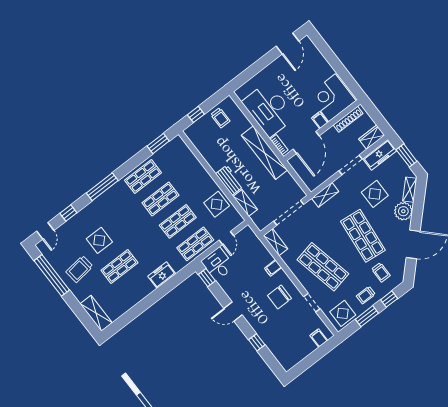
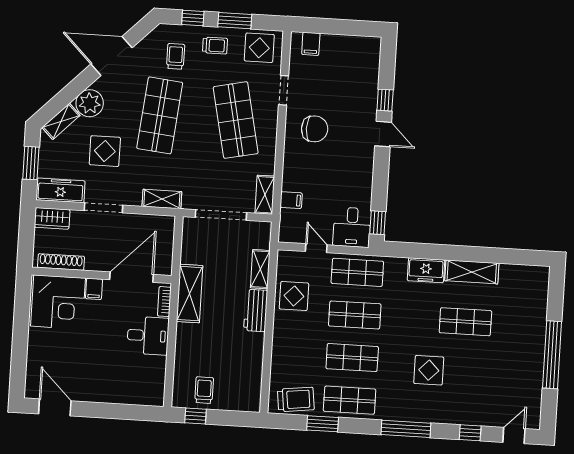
door: (287, 44) -> (55, 407), hinge flipped
desk: (269, 109) -> (148, 336), width x0.53, depth x0.77
window: (196, 114) -> (196, 416), moved
window: (158, 144) -> (323, 424), moved
shelving: (264, 153) -> (190, 294), width x0.68
door: (226, 238) -> (316, 248), hinge flipped
display table: (99, 240) -> (429, 370), moved
filing cabinet: (273, 268) -> (291, 200), moved
trolley: (79, 269) -> (296, 399), moved
window: (52, 275) -> (552, 355), moved
door: (233, 312) -> (383, 134), moved
shelving: (96, 313) -> (472, 272), moved, turned 90

